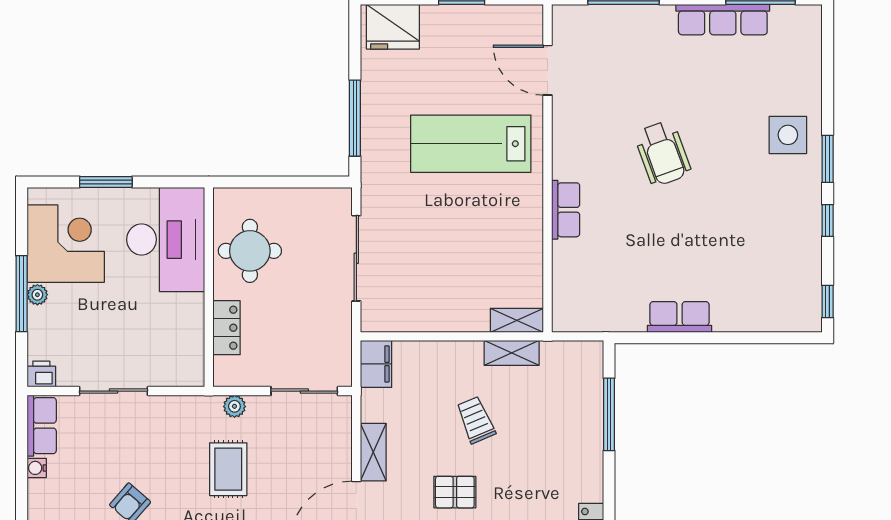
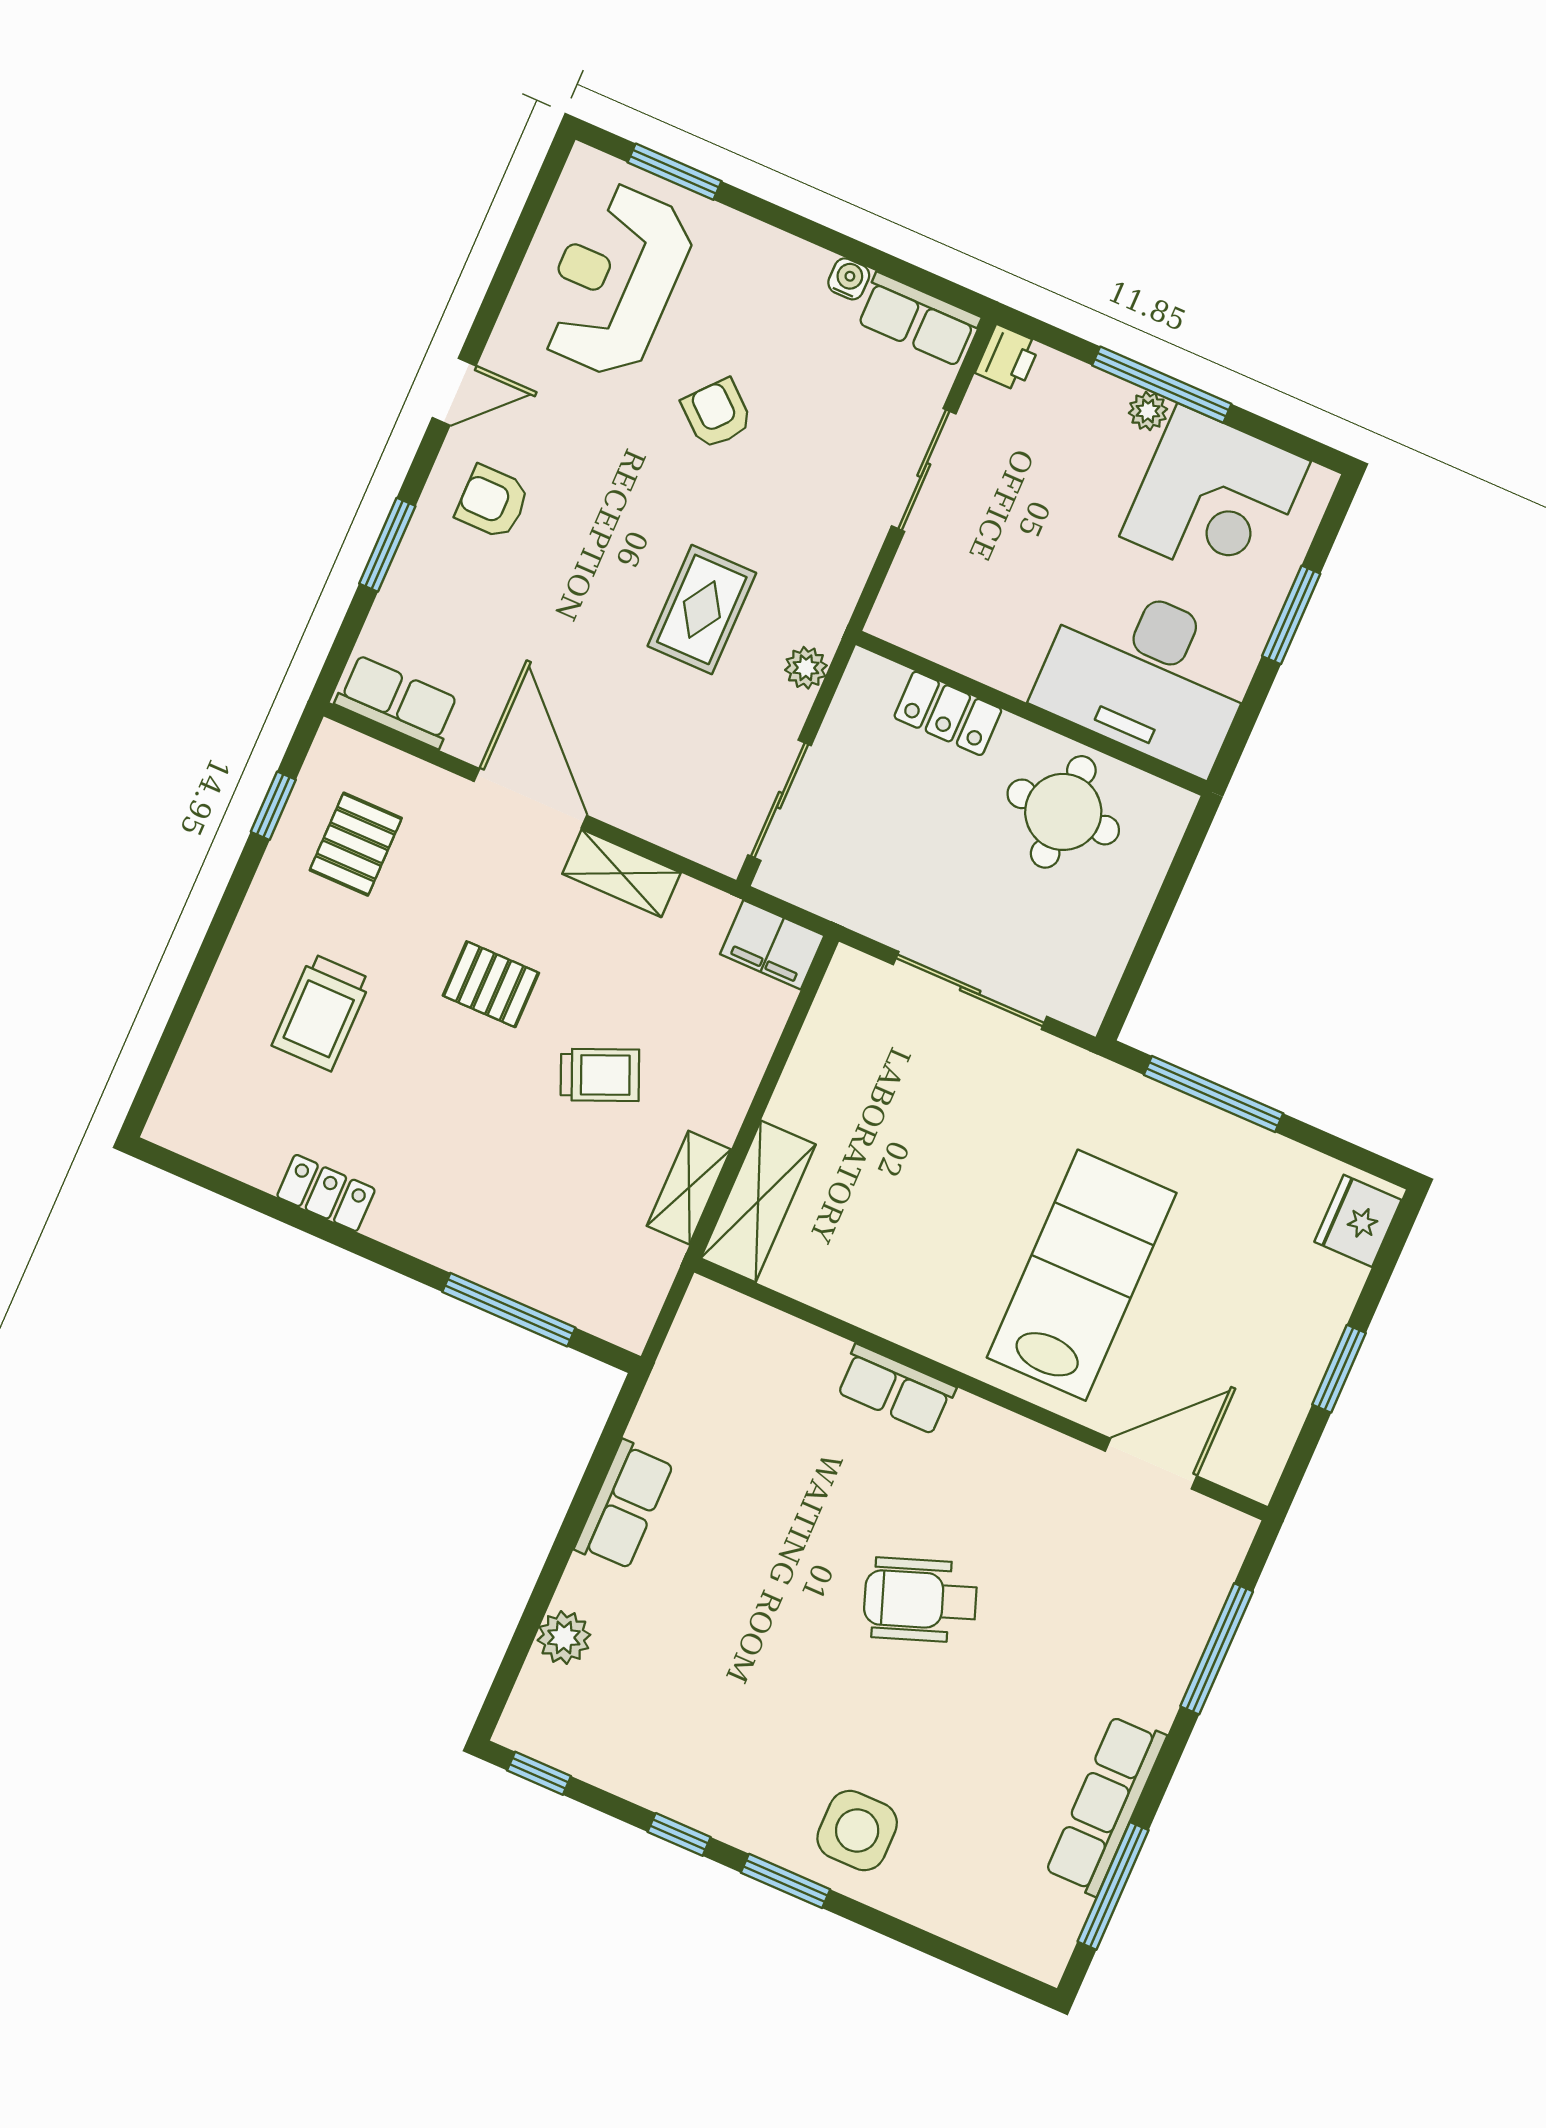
fridge: (393, 27) -> (1358, 1221), width x0.73, depth x0.75
plant: (756, 318) -> (564, 1638), added
shelving: (517, 320) -> (758, 1201), width x1.50, depth x1.33
rug: (228, 469) -> (702, 609), turned 90
pallet: (455, 492) -> (491, 984), turned 90

